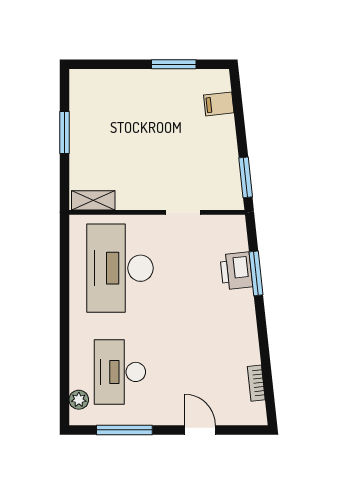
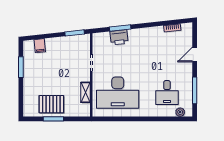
pallet: (96, 129) -> (51, 104), added
shelving: (93, 200) -> (86, 92), moved
desk: (120, 372) -> (167, 93), width x0.73

